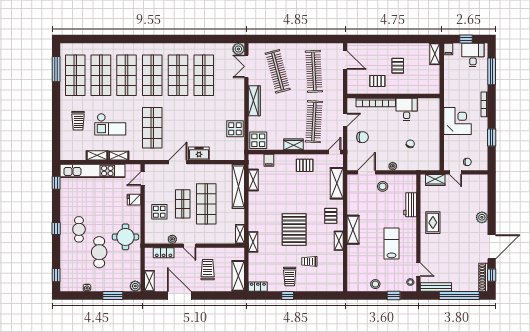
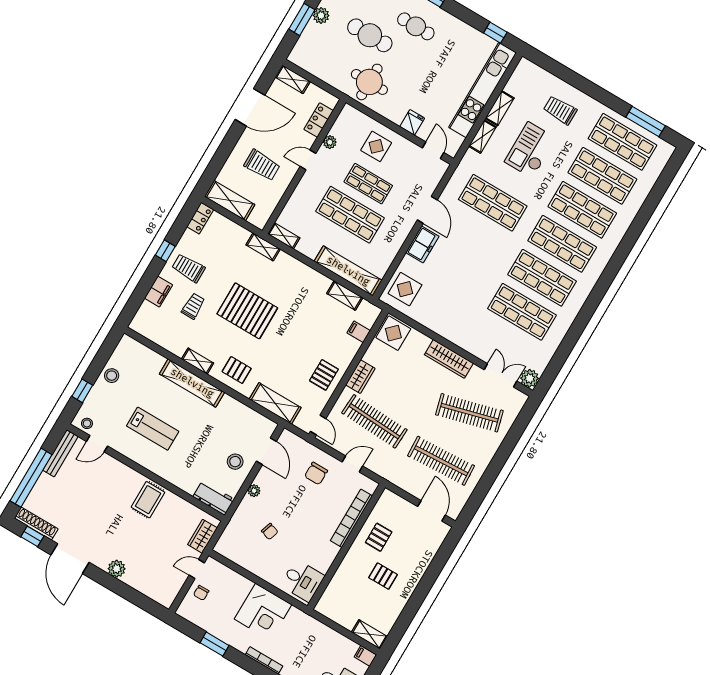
door: (345, 60) -> (432, 511), swing flipped
desk: (407, 109) -> (302, 581), moved
door: (345, 120) -> (352, 464), swing flipped
display table: (235, 129) -> (405, 289), moved
workbench: (410, 205) -> (214, 498), moved
rug: (433, 223) -> (148, 500), turned 90
shelving: (353, 230) -> (192, 383), width x1.47
plant: (135, 286) -> (321, 15), moved
filing cabinet: (313, 286) -> (158, 292), added

